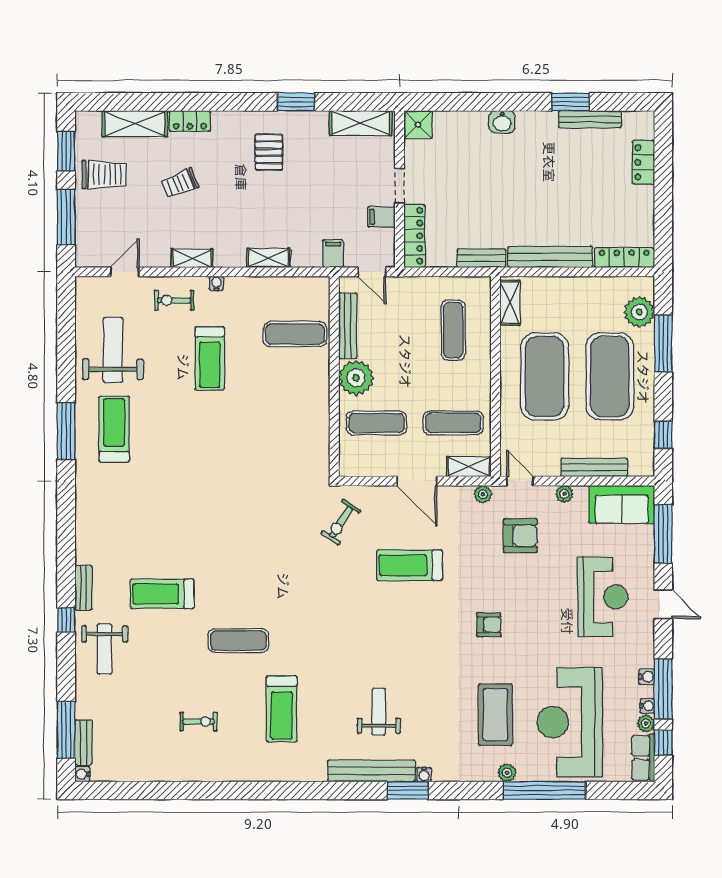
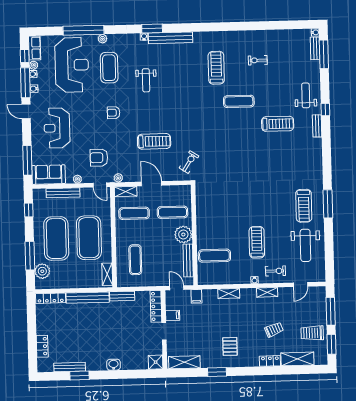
door: (663, 604) -> (26, 111), moved
weight bench: (379, 712) -> (146, 80), moved

